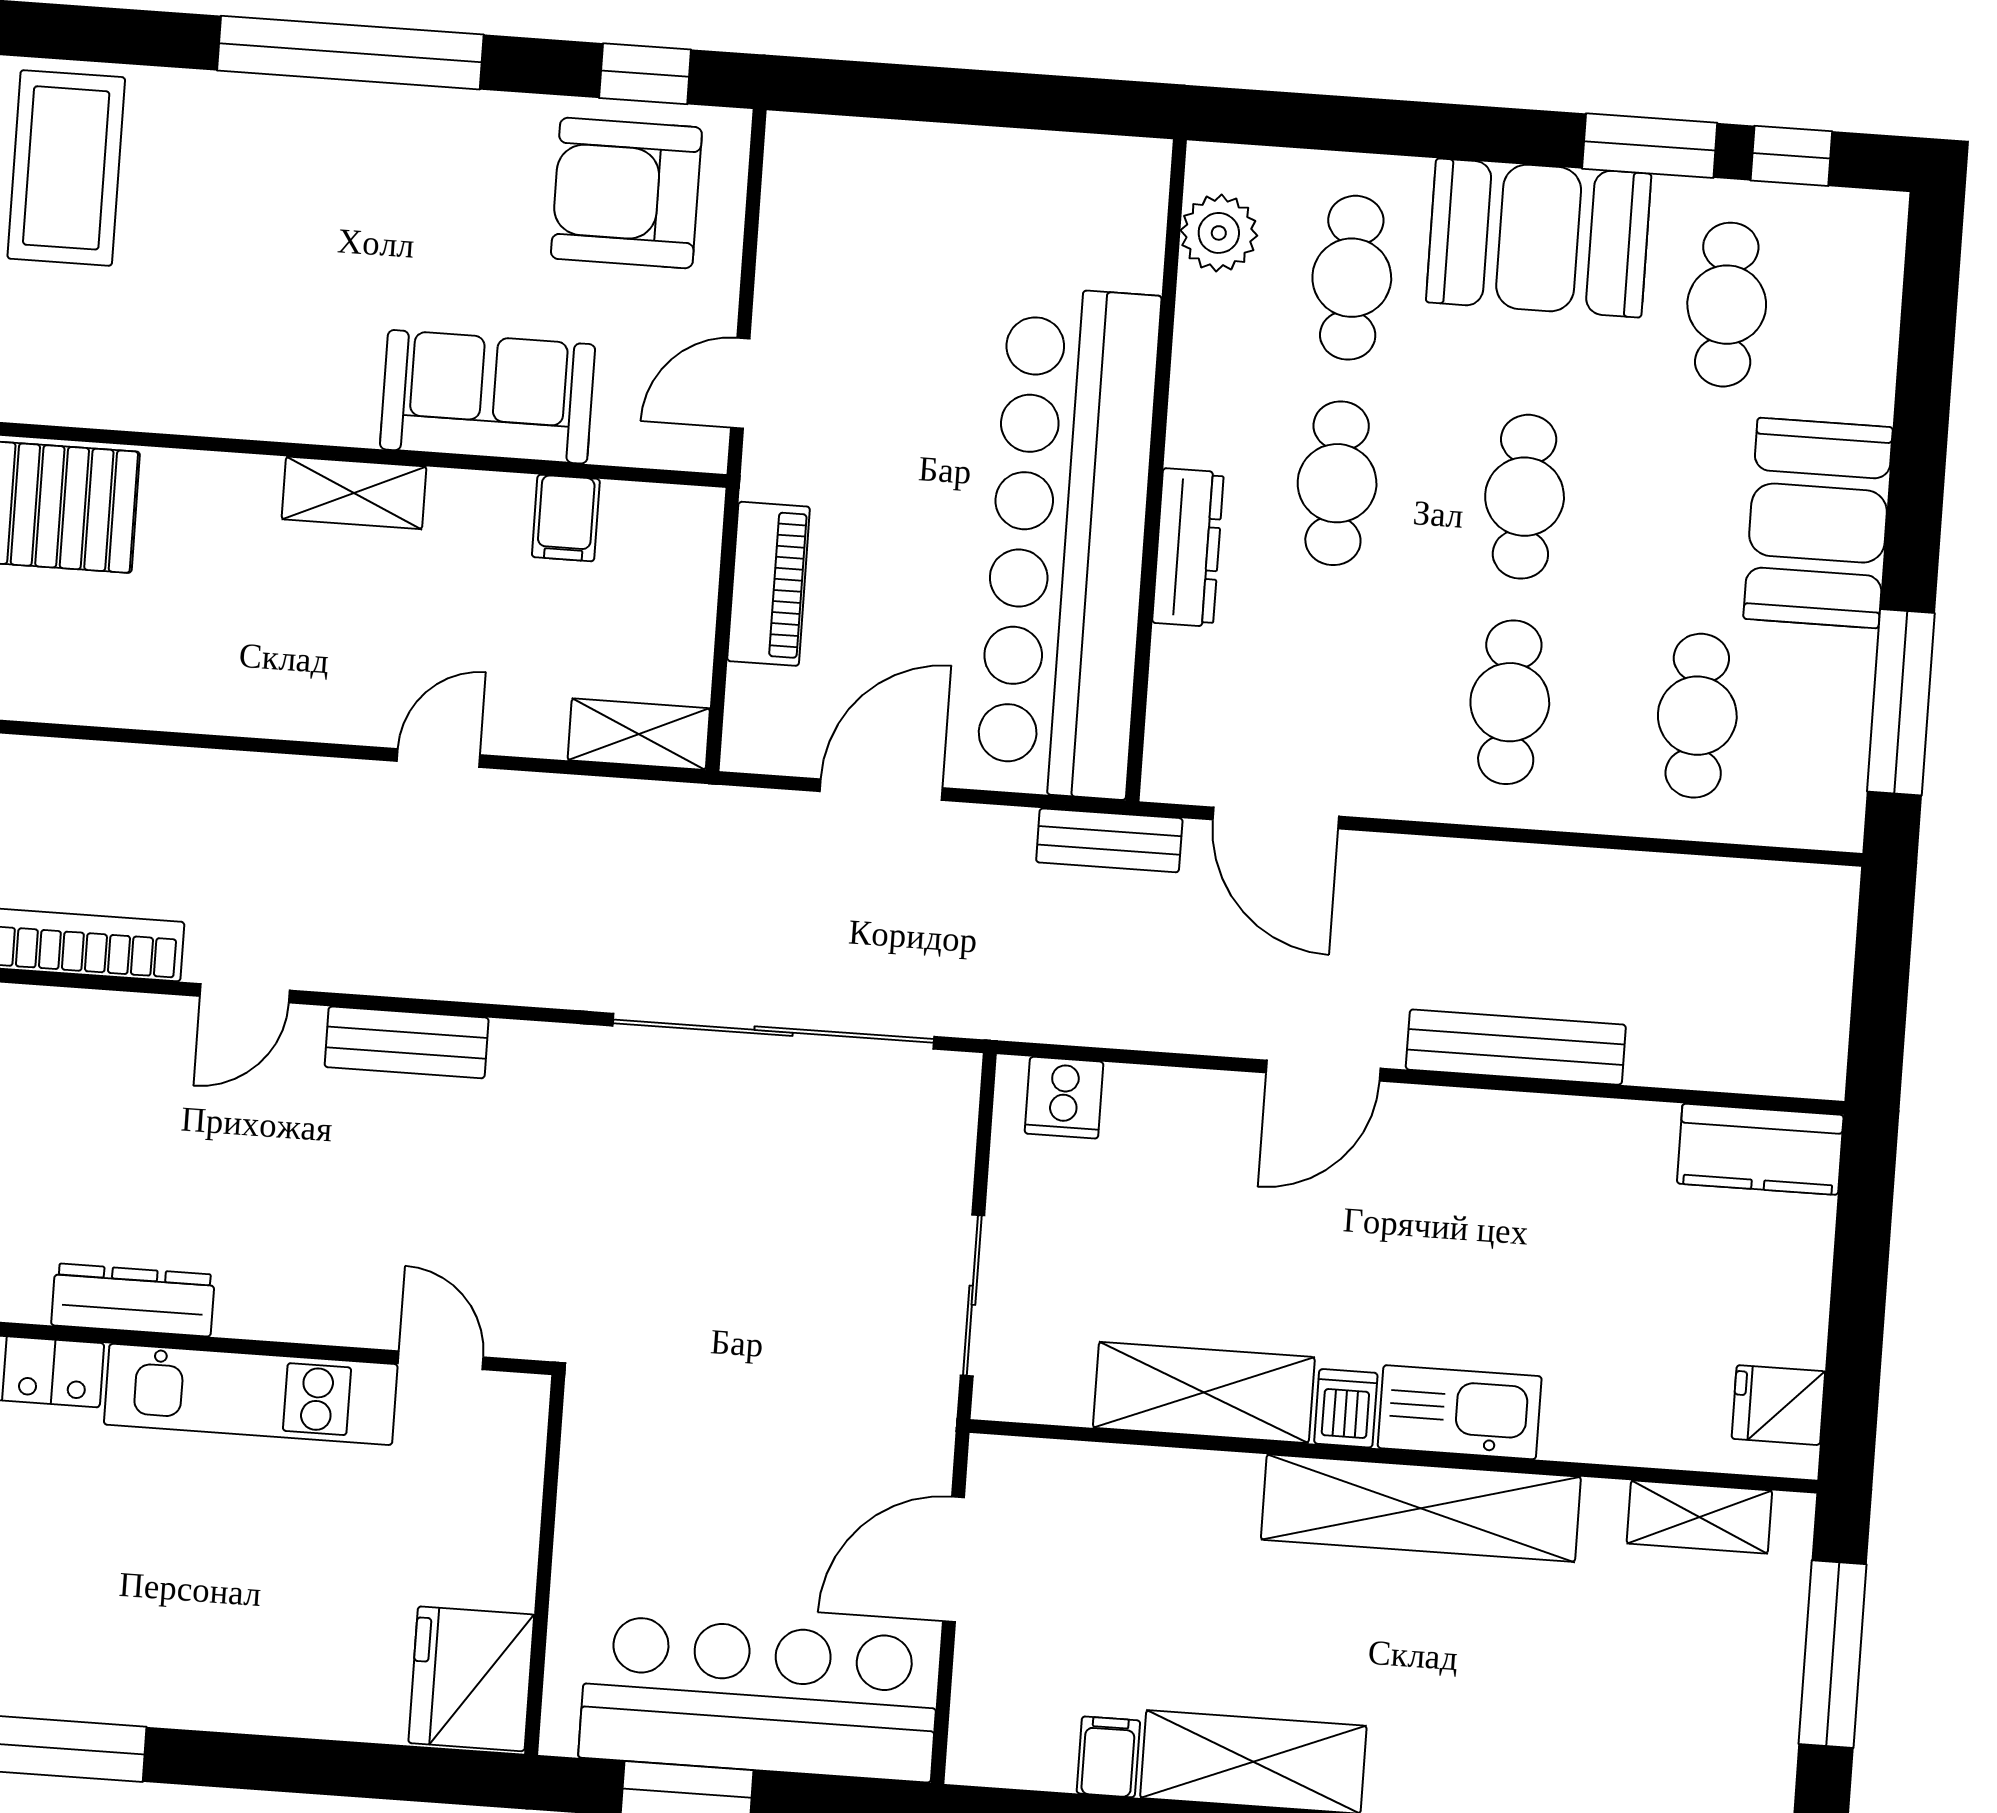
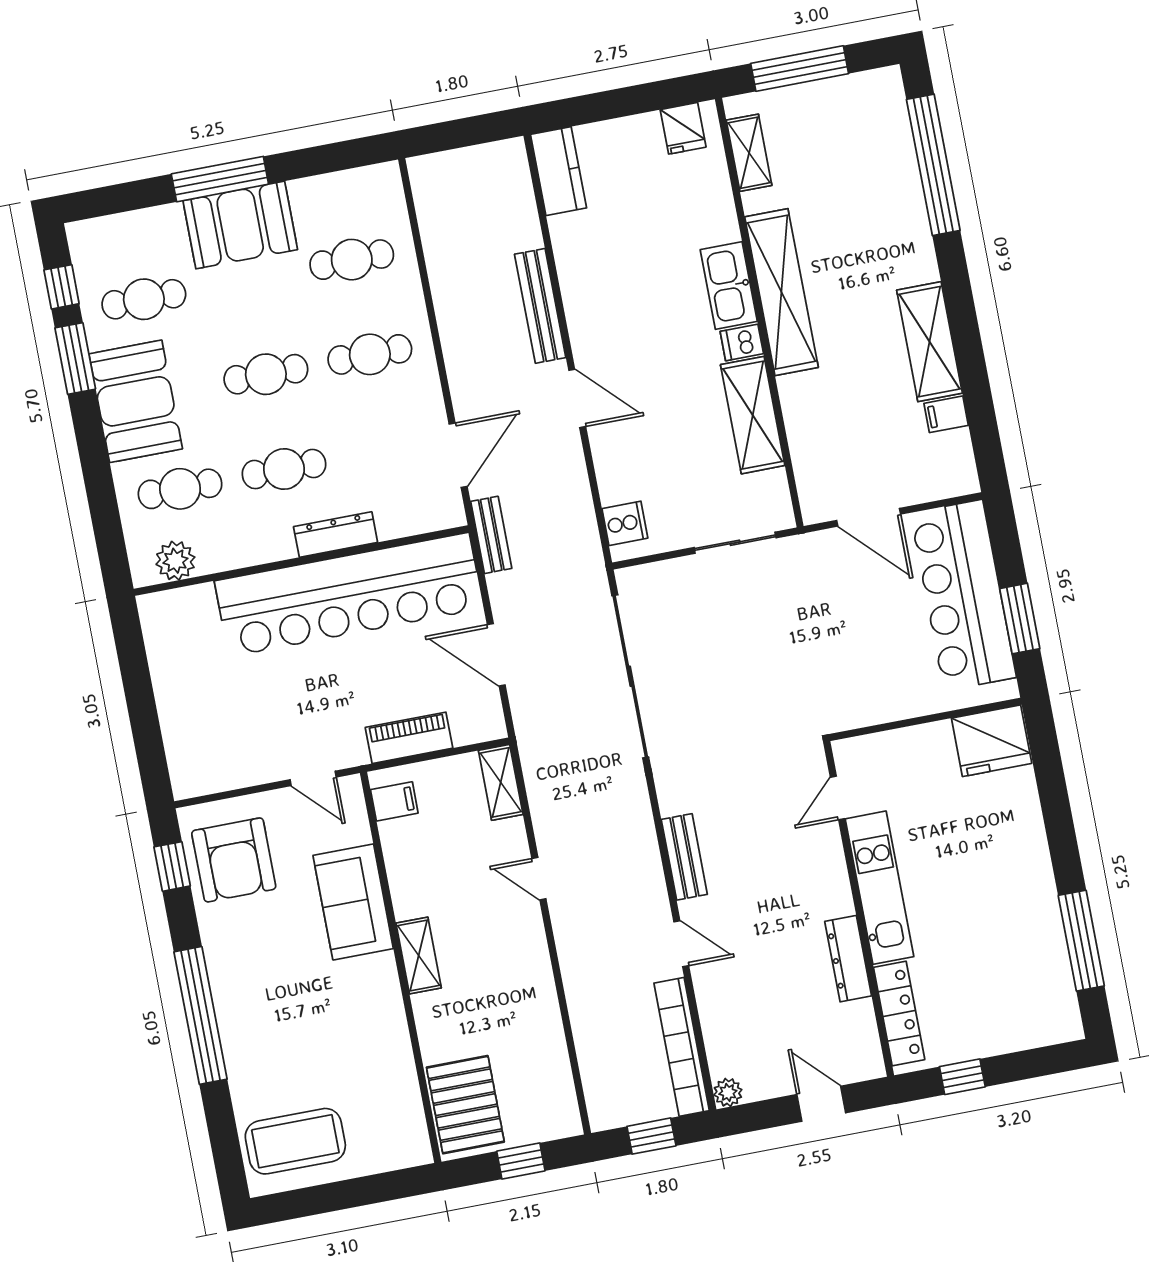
filing cabinet: (566, 518) -> (394, 801), moved
window: (1901, 702) -> (220, 179), moved

